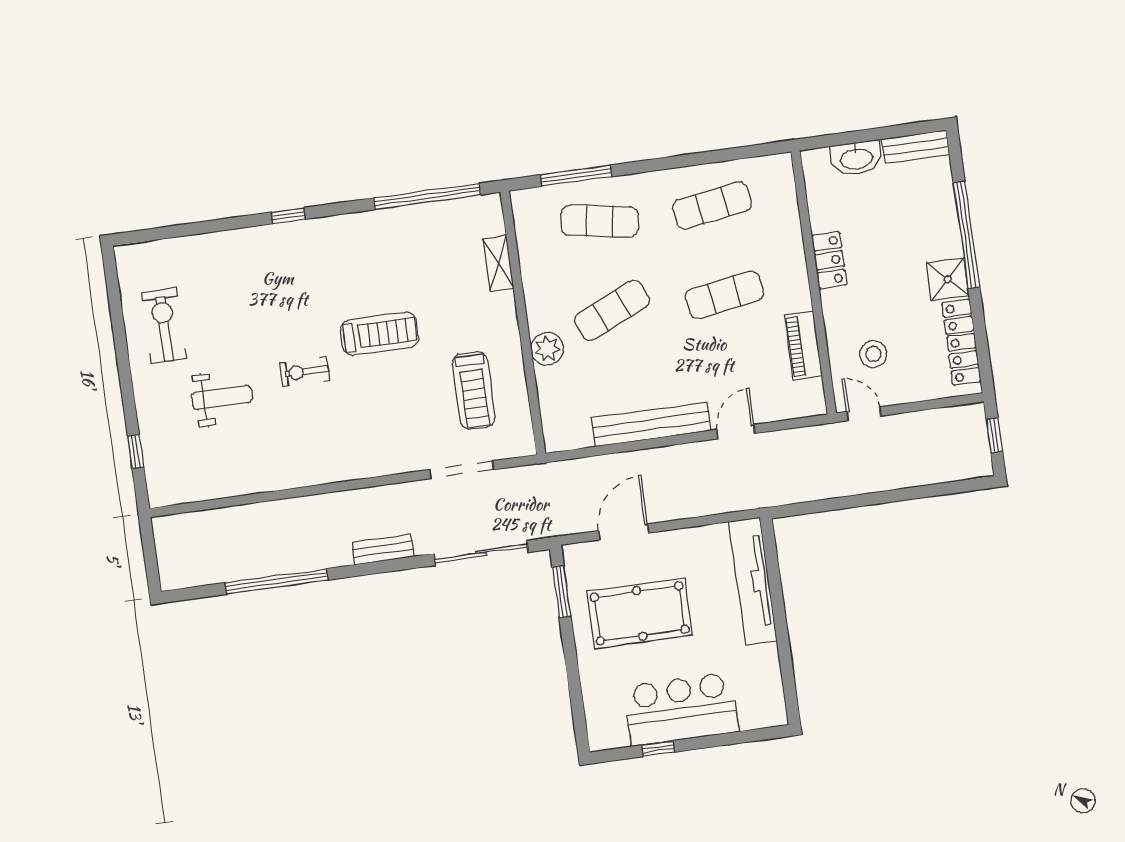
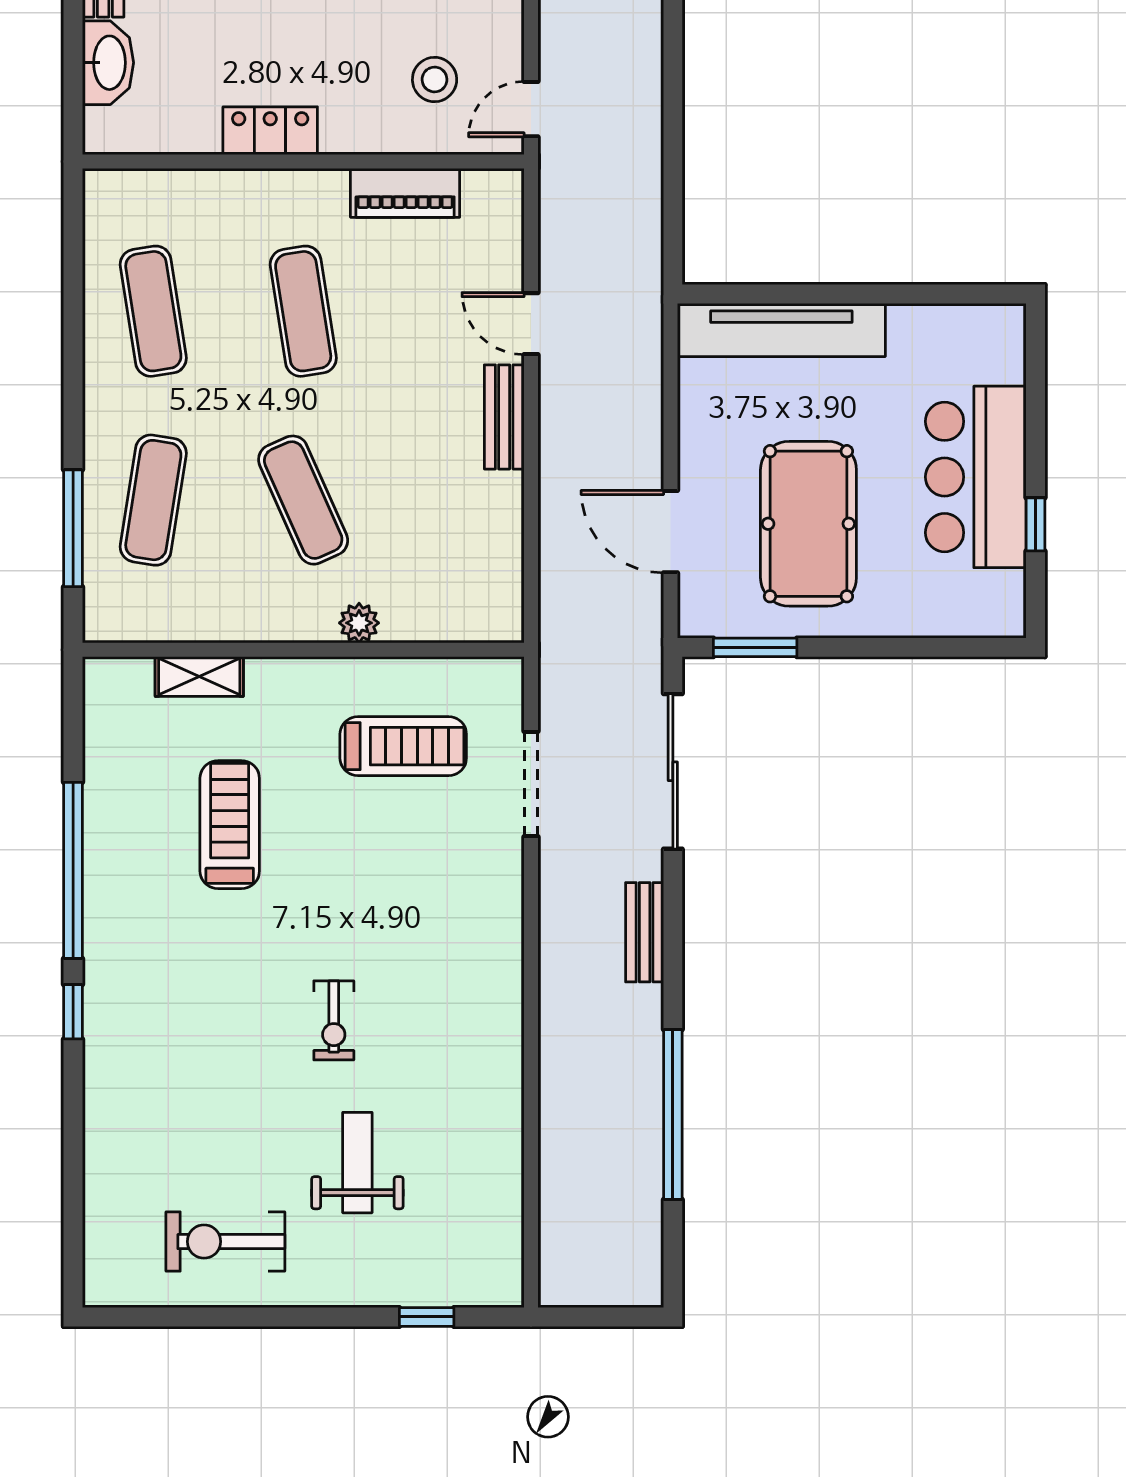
window: (427, 196) -> (73, 870), moved
treadmill: (379, 334) -> (230, 825), moved
plant: (547, 349) -> (359, 623), width x0.73, depth x0.73
bench: (651, 424) -> (504, 417), width x0.54, depth x0.82

